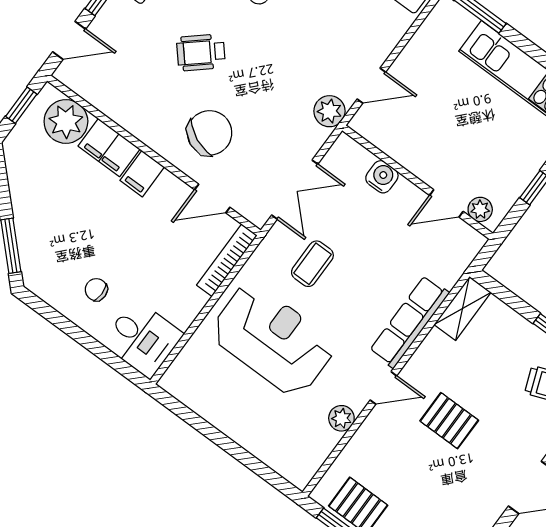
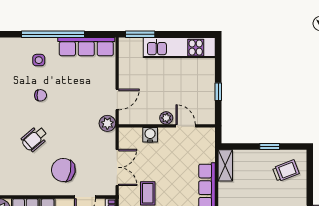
chair: (210, 133) -> (63, 170), turned -102
door: (446, 203) -> (186, 126), swing flipped
plant: (480, 209) -> (166, 118), moved

